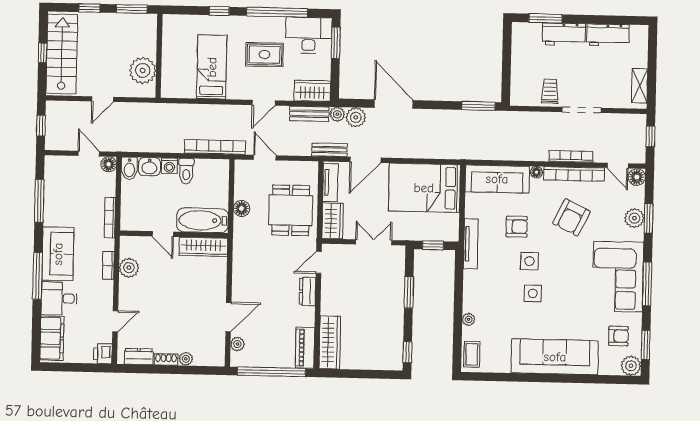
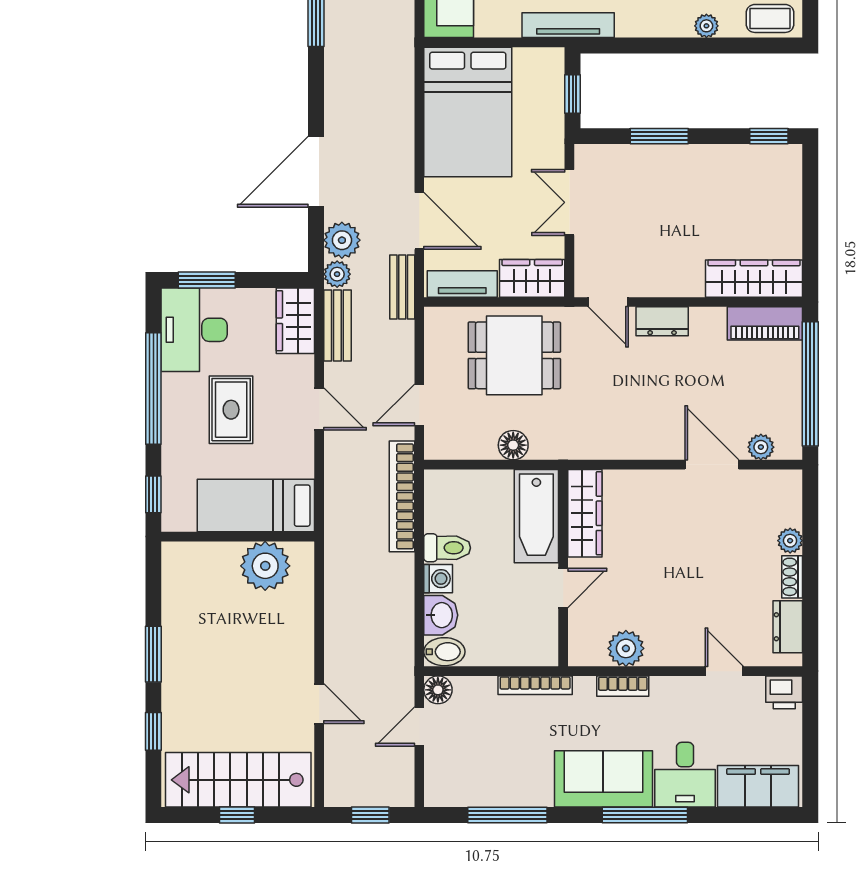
wall: (159, 56) -> (238, 537), moved
plant: (143, 70) -> (265, 566), moved

